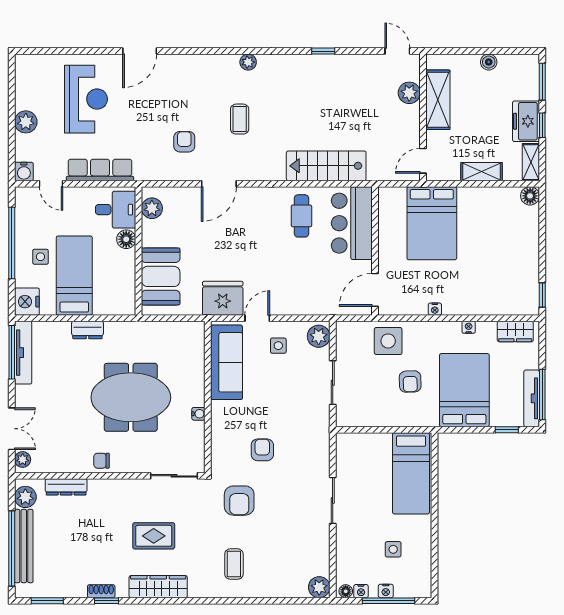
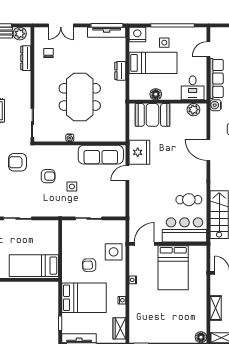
water cooler: (24, 171) -> (216, 105), moved
bed: (432, 223) -> (173, 268), moved, turned -90
floor lamp: (126, 239) -> (156, 94), moved
door: (375, 290) -> (144, 244), hinge flipped
door: (257, 318) -> (127, 173), swing flipped
plant: (319, 336) -> (116, 210), removed
side table: (278, 346) -> (72, 186), moved
plant: (23, 459) -> (42, 32), removed
chair: (102, 461) -> (49, 53), moved

